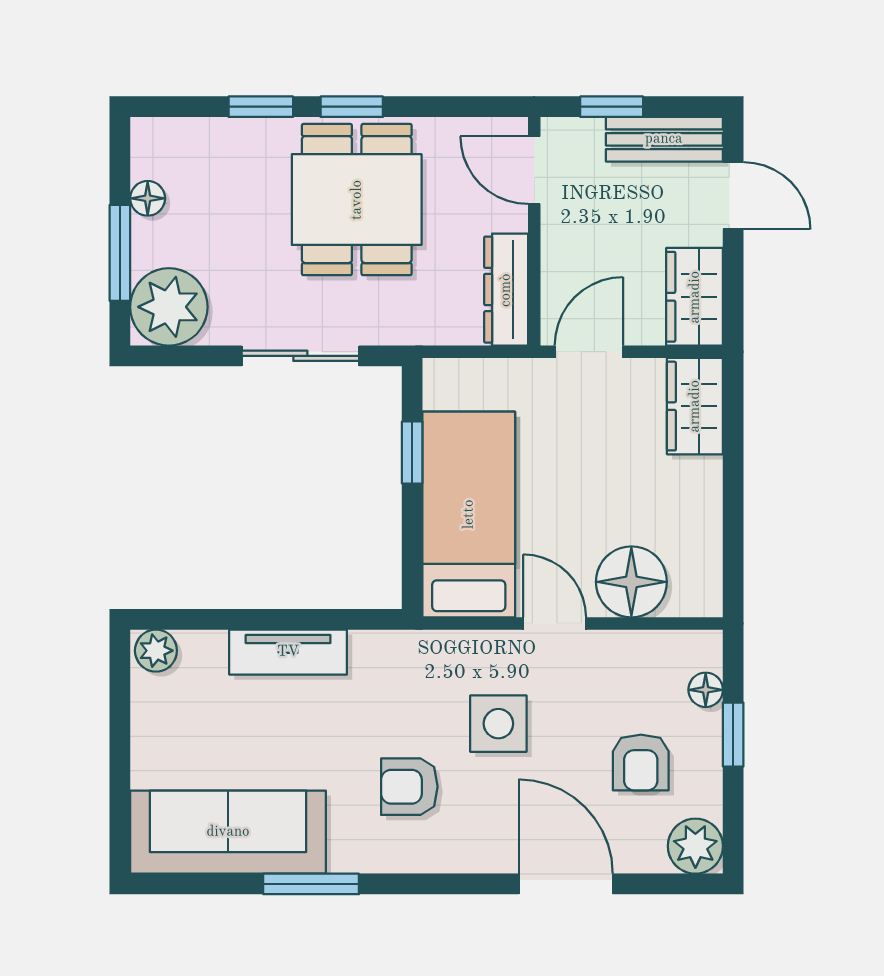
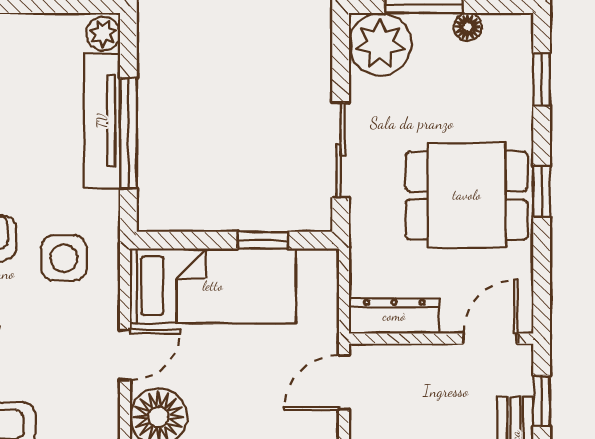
window: (261, 107) -> (542, 79), moved
door: (589, 352) -> (344, 383), swing flipped
window: (280, 619) -> (128, 133), added
tv unit: (288, 652) -> (102, 121), width x1.41
side table: (498, 724) -> (64, 258), moved

